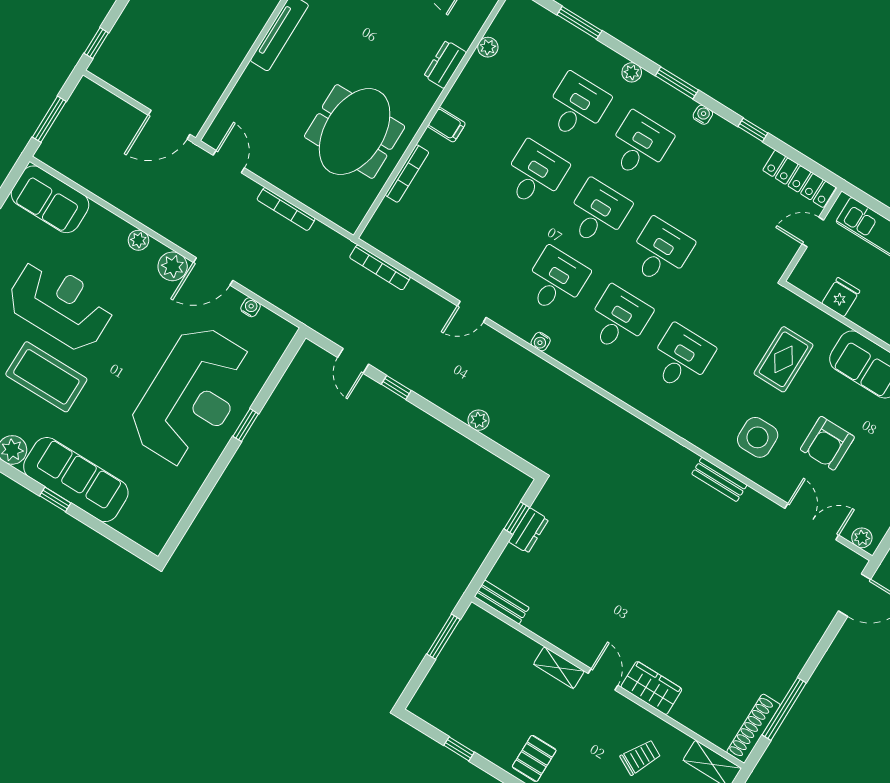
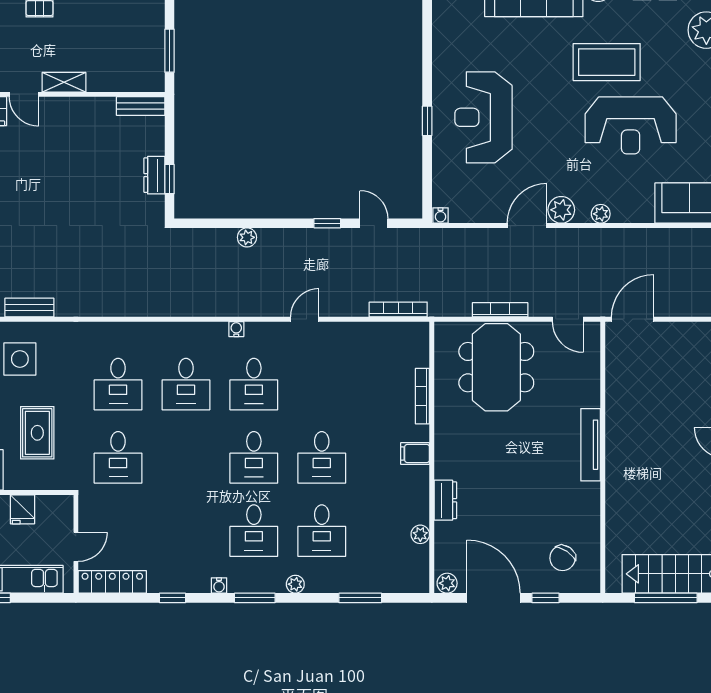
meeting table: (355, 132) -> (496, 367), moved
desk: (660, 252) -> (118, 457), moved
water cooler: (250, 307) -> (440, 216), moved
reception desk: (192, 396) -> (483, 117), width x0.74, depth x0.77

